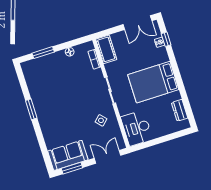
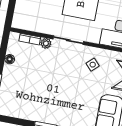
cot: (106, 49) -> (26, 22), removed
plant: (98, 74) -> (46, 43), added

